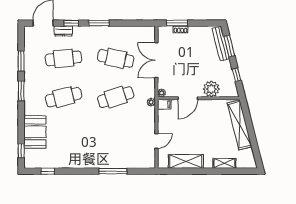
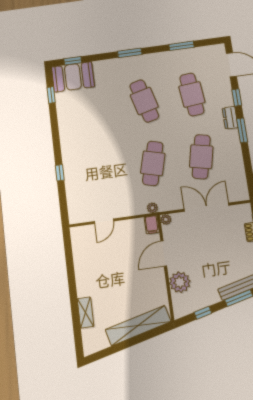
dresser: (63, 31) -> (230, 118), moved
window: (21, 91) -> (130, 53), moved
cafe table: (116, 97) -> (153, 163), turned 33
door: (188, 98) -> (164, 254), hinge flipped
booth: (35, 132) -> (73, 77), moved
door: (156, 141) -> (104, 221), hinge flipped
shelving: (186, 161) -> (82, 262), removed
window: (113, 171) -> (60, 173), width x0.46

